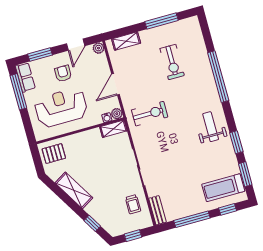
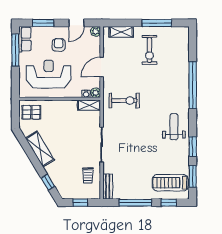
exercise bike: (172, 62) -> (149, 50), moved

